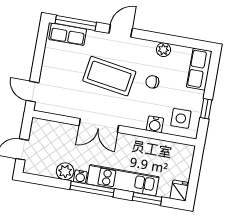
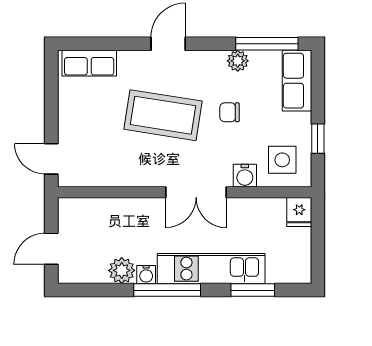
window: (76, 23) -> (267, 44), moved
double door: (99, 125) -> (196, 192), moved
fridge: (179, 191) -> (299, 212), moved, turned 180

